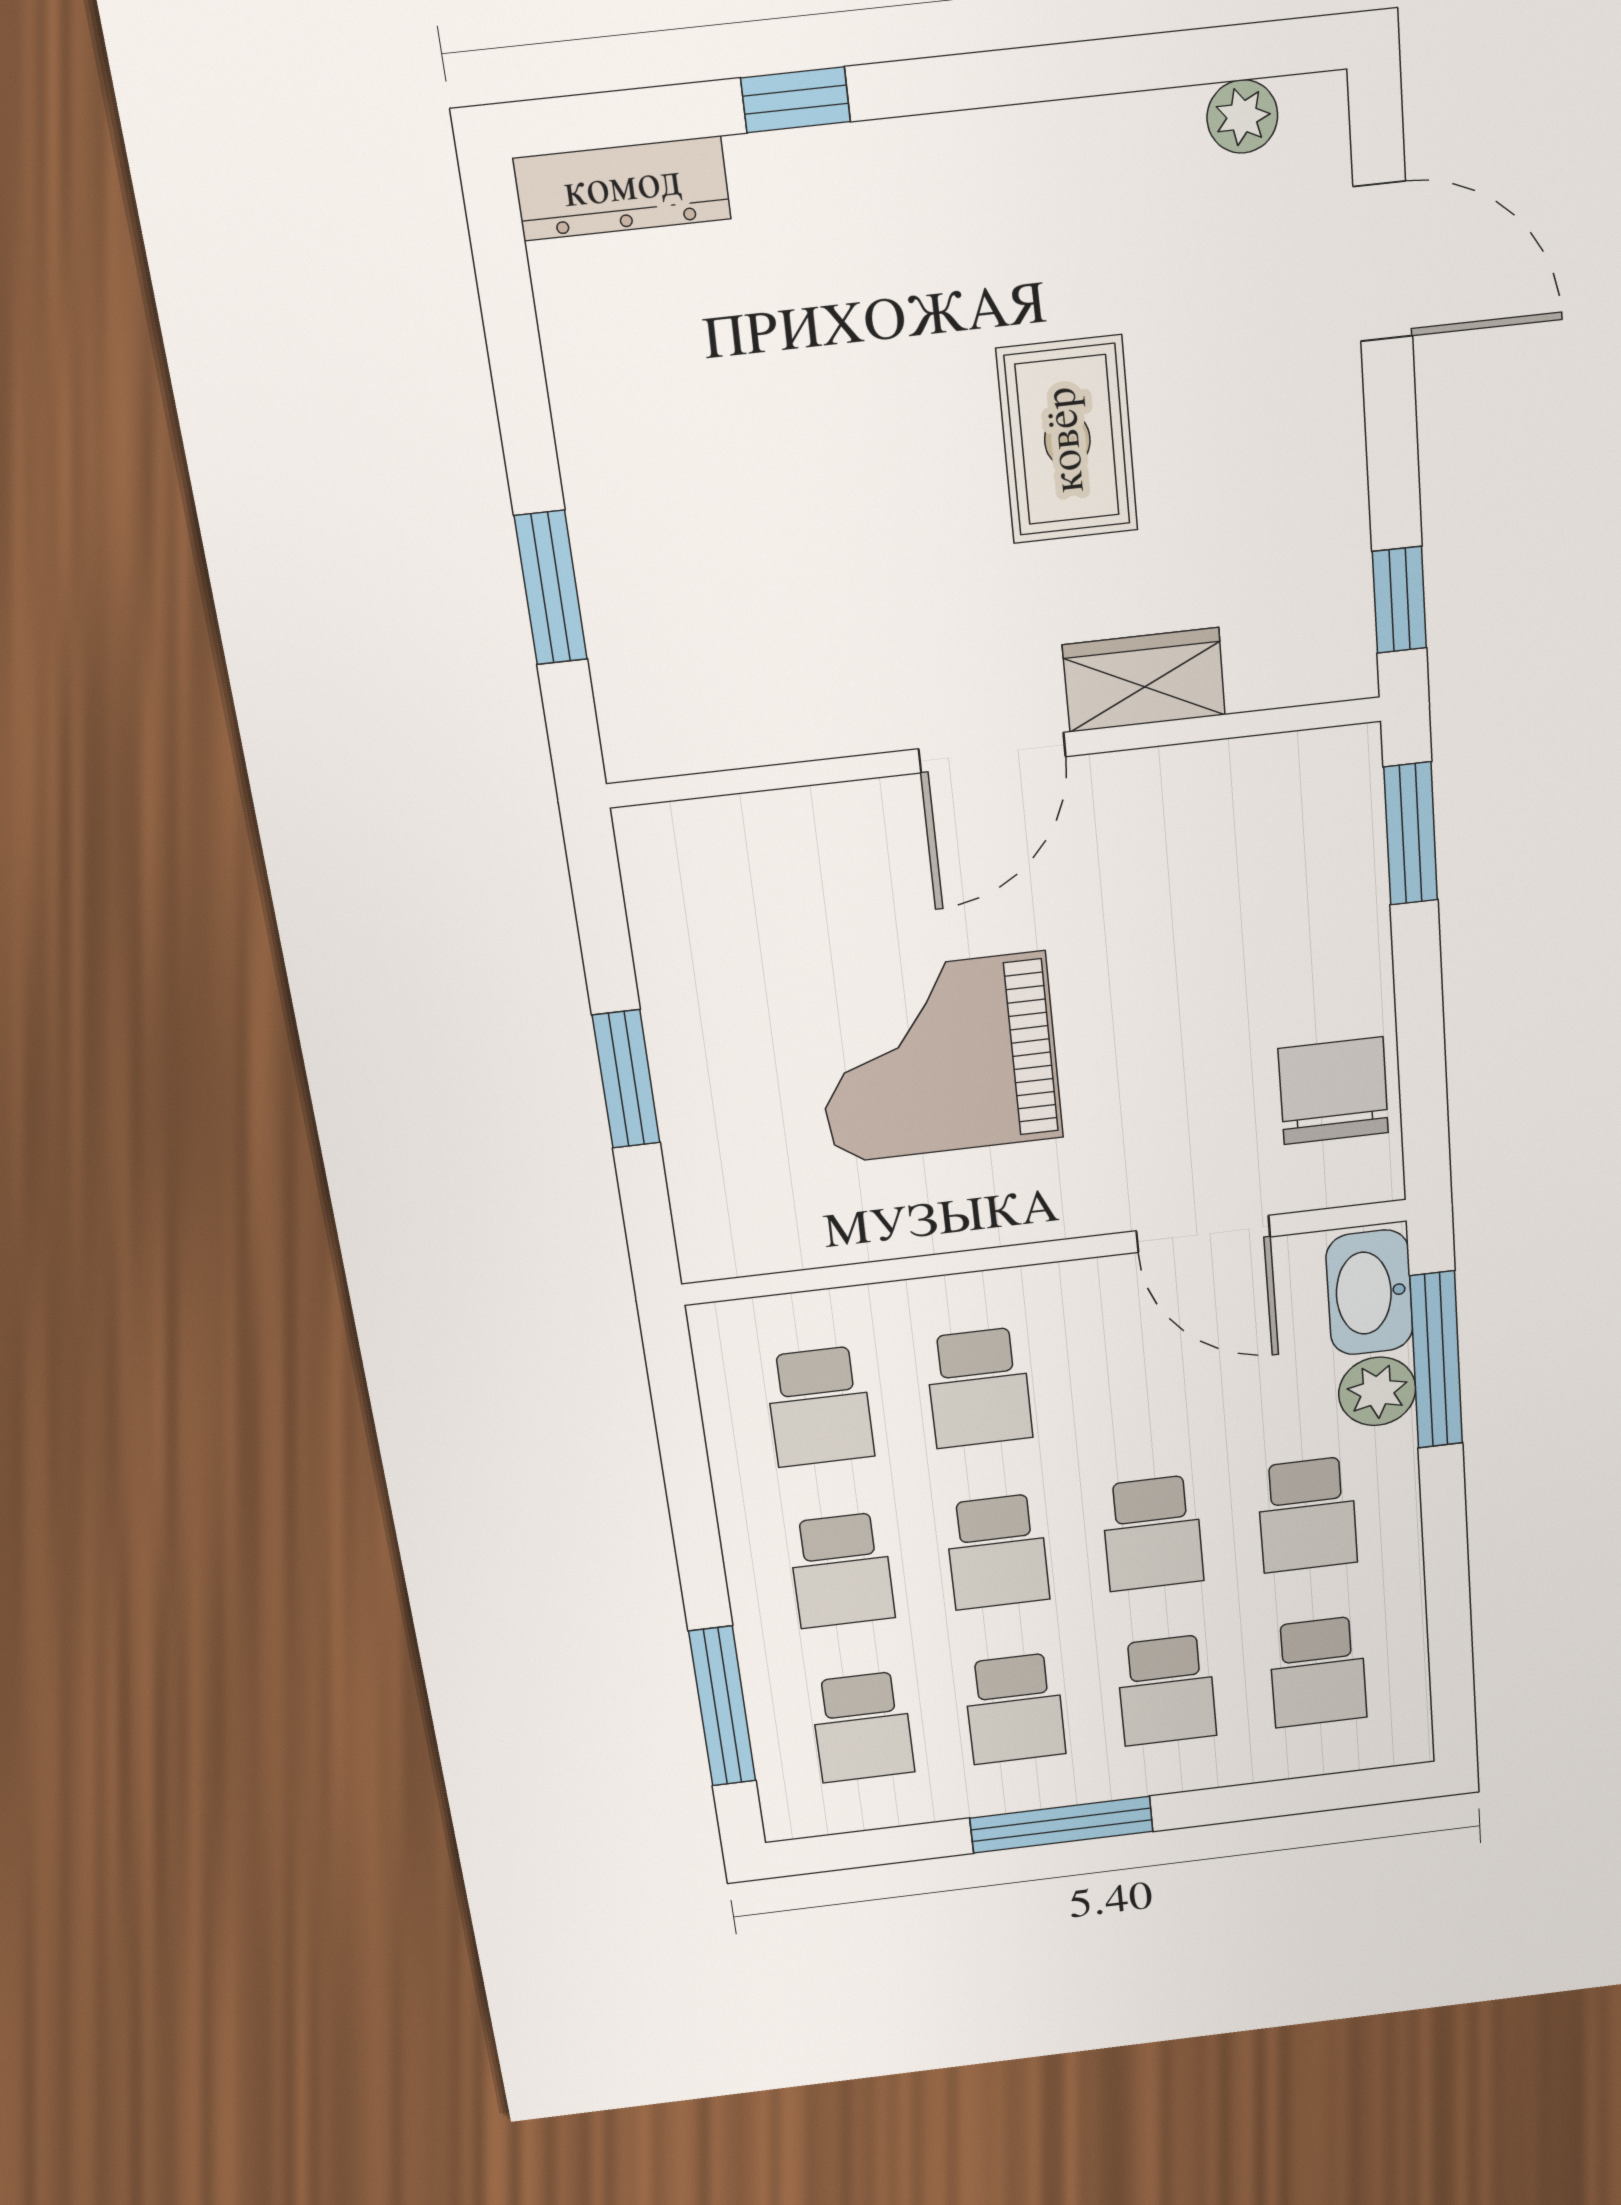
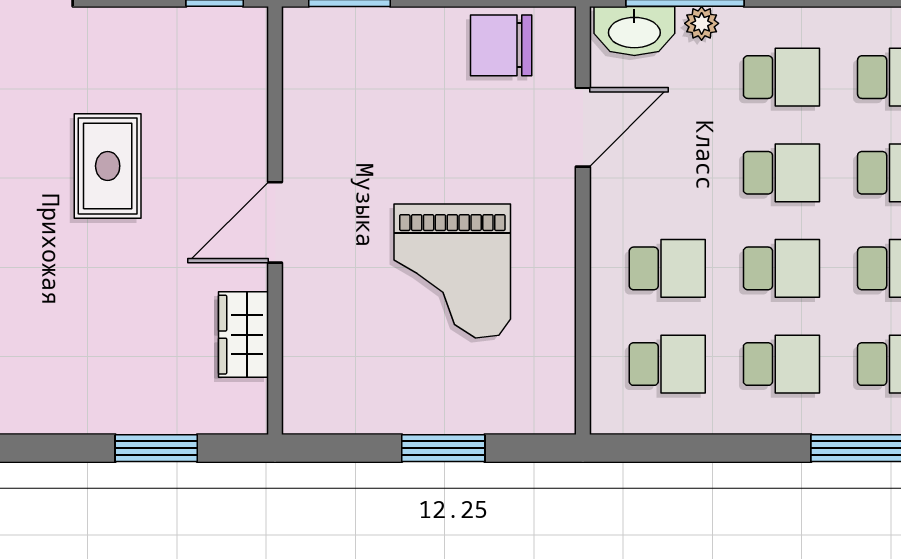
rug: (1067, 440) -> (108, 166), turned 90
wardrobe: (1144, 680) -> (243, 335), moved
door: (992, 753) -> (275, 222), swing flipped
plant: (1377, 1391) -> (702, 23), width x0.73, depth x0.73

